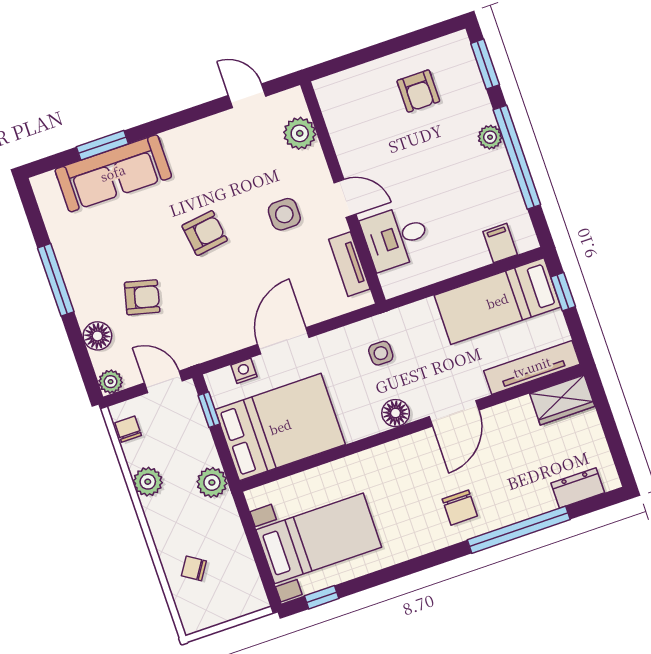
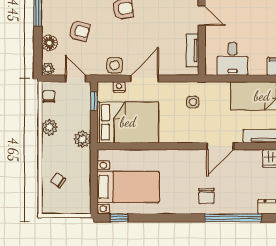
side table: (284, 214) -> (115, 65), moved
desk: (396, 237) -> (232, 59), moved, turned -90
floor lamp: (396, 413) -> (190, 136), removed

